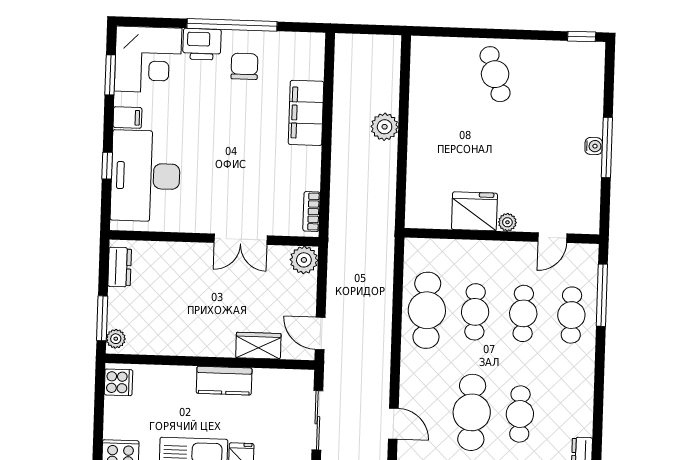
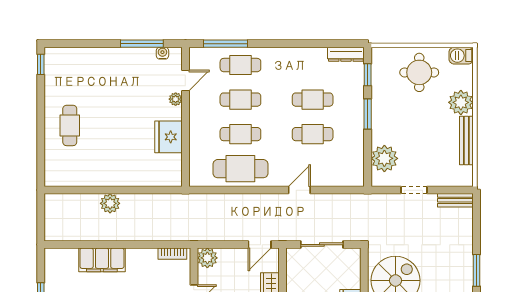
cafe table: (495, 74) -> (70, 125), turned -72
water cooler: (594, 146) -> (162, 53), moved
window: (607, 147) -> (142, 44), moved
plant: (507, 222) -> (176, 99), moved
door: (552, 238) -> (185, 80), hinge flipped
cafe table: (472, 412) -> (313, 134), width x0.73, depth x0.74
door: (393, 424) -> (299, 190), moved

